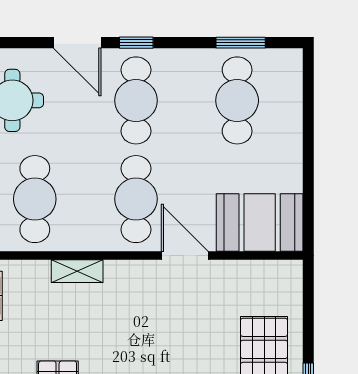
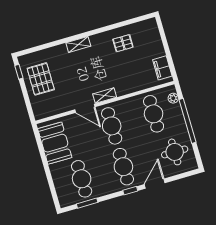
door: (77, 43) -> (155, 184), hinge flipped
booth: (260, 222) -> (55, 143), moved, turned 90
shelving: (77, 271) -> (105, 96), moved

